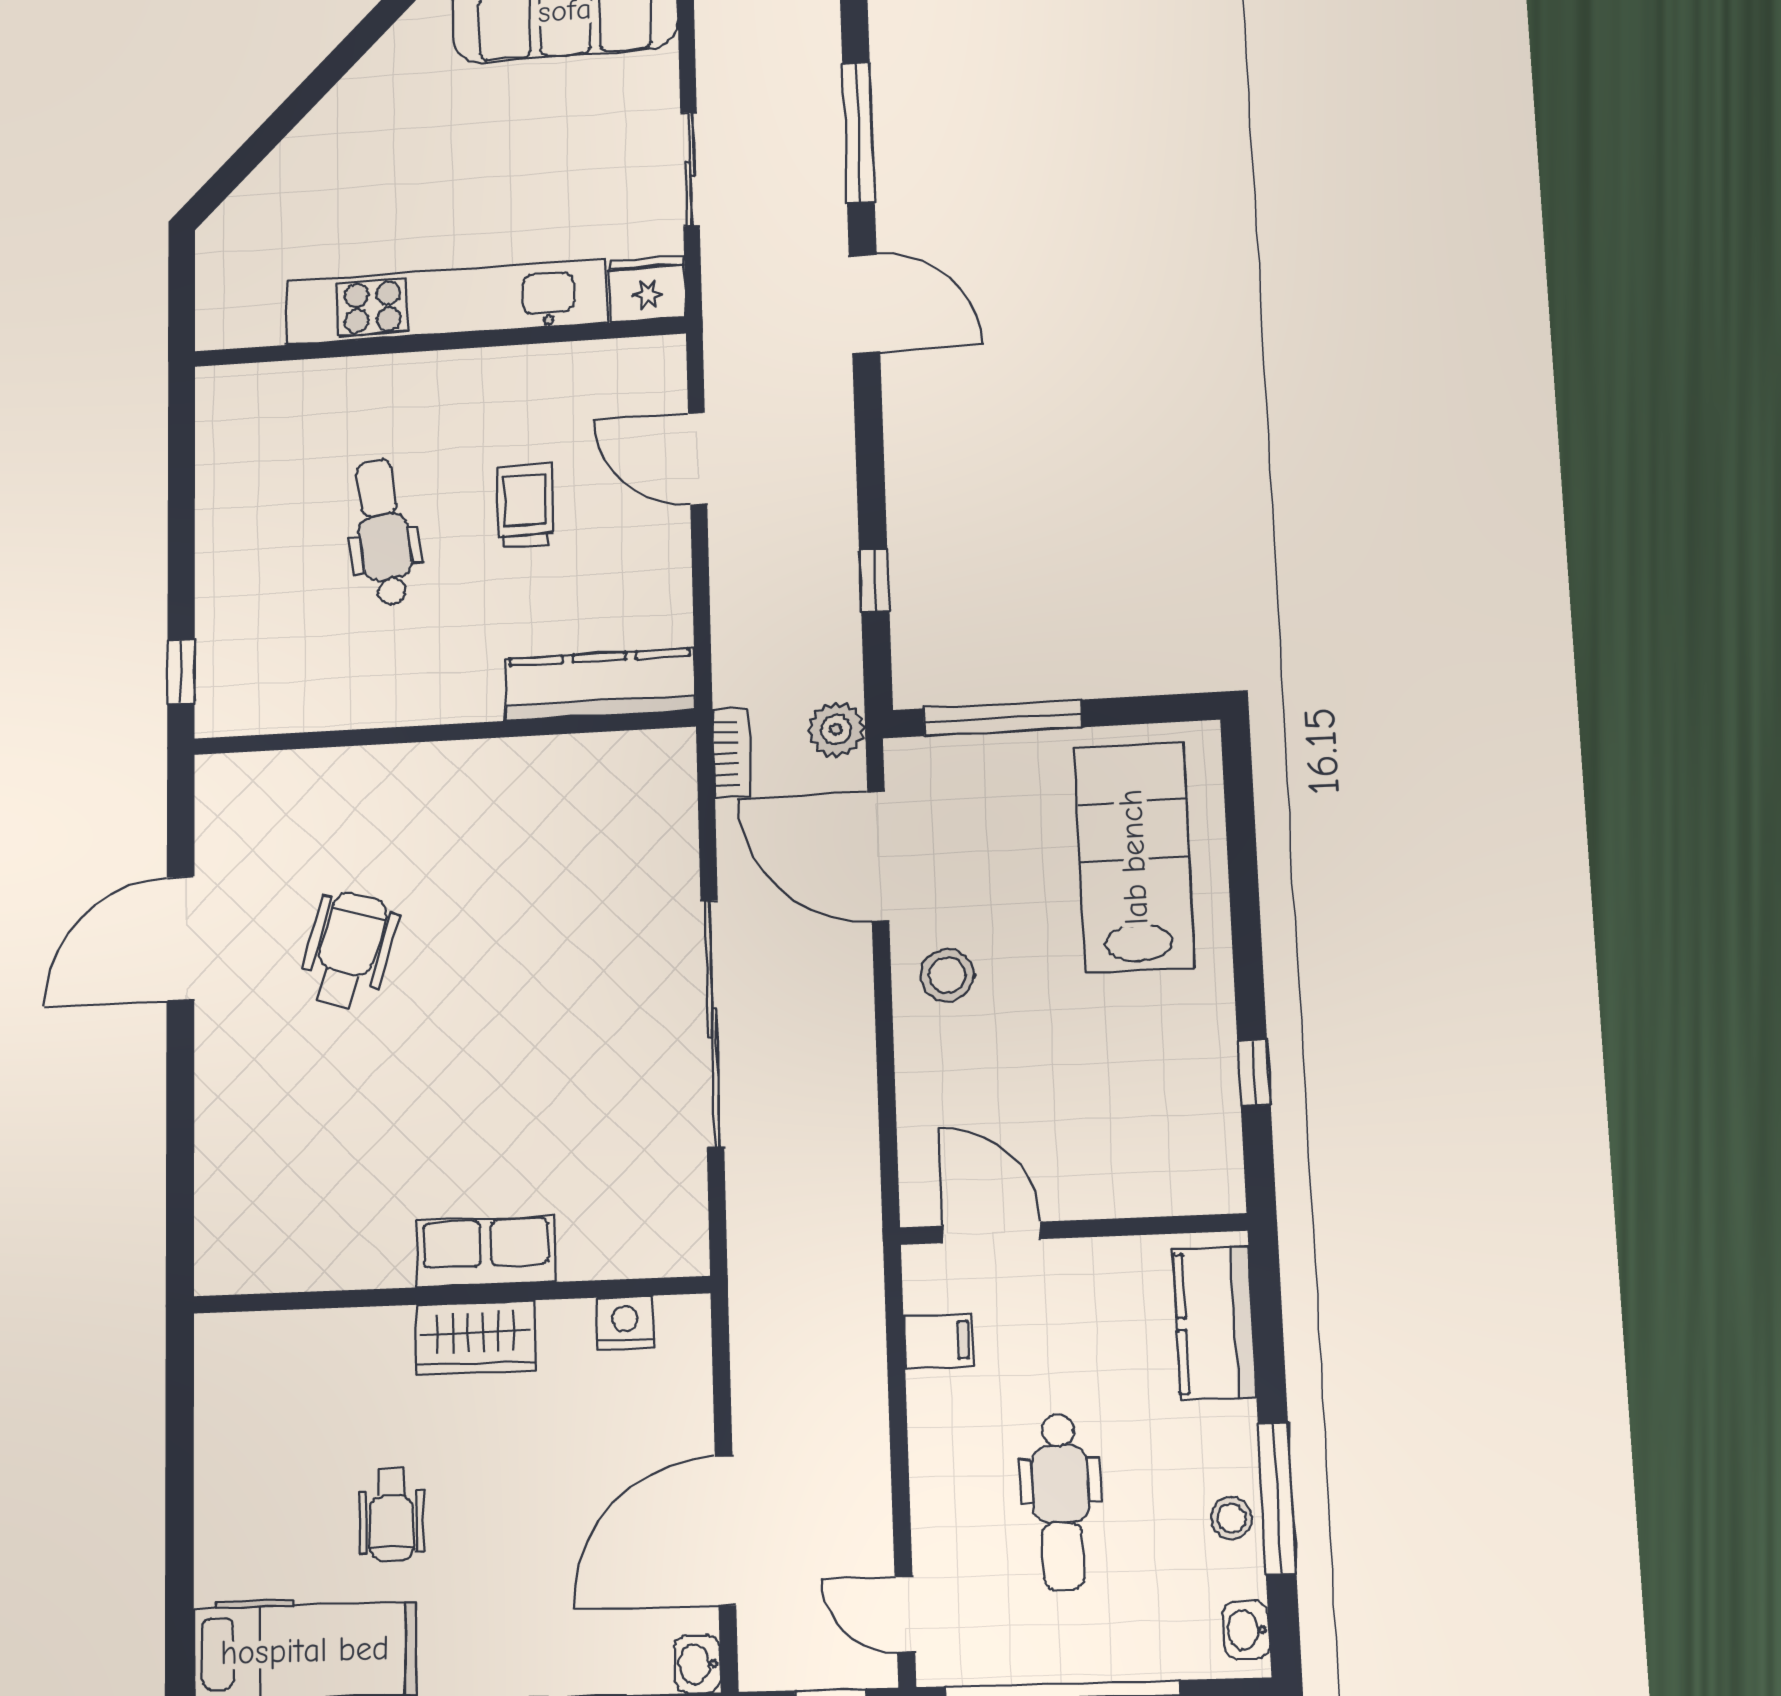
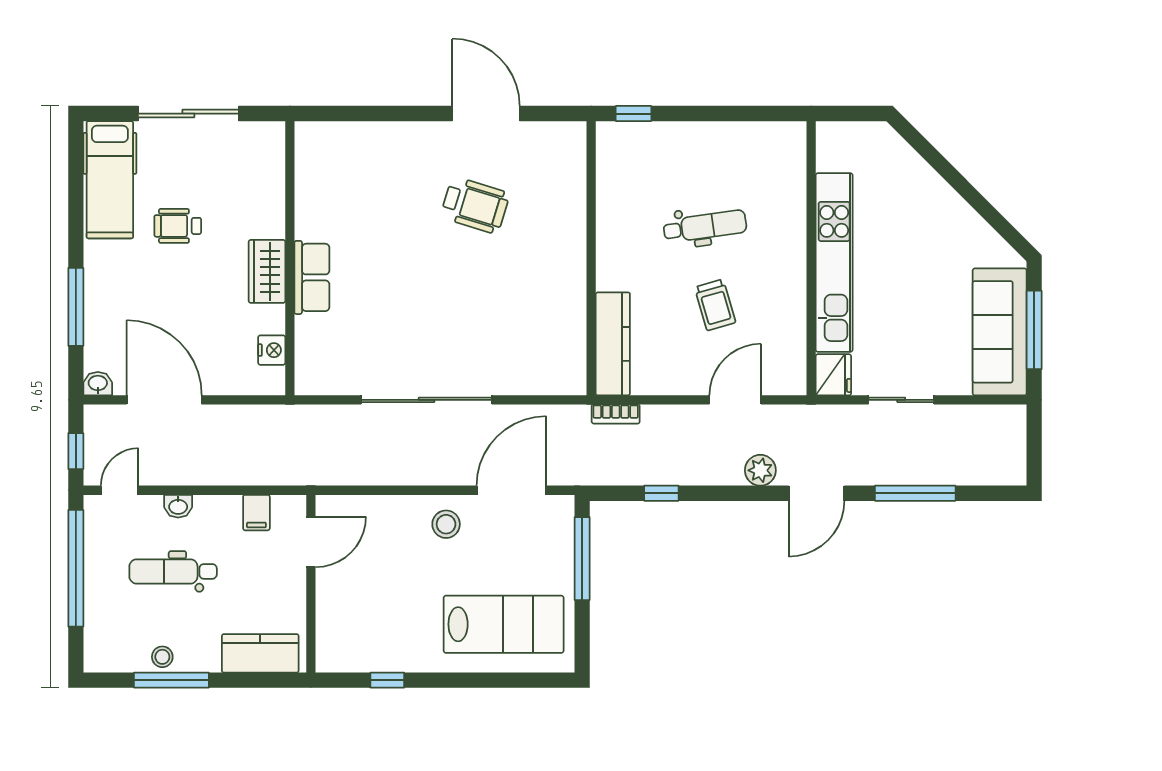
trolley: (525, 505) -> (715, 305), turned 74
plant: (836, 729) -> (760, 470), moved
bookcase: (732, 753) -> (616, 414), moved
sliding door: (180, 1501) -> (188, 114), added
washbasin: (1246, 1630) -> (178, 506), moved, turned 180

